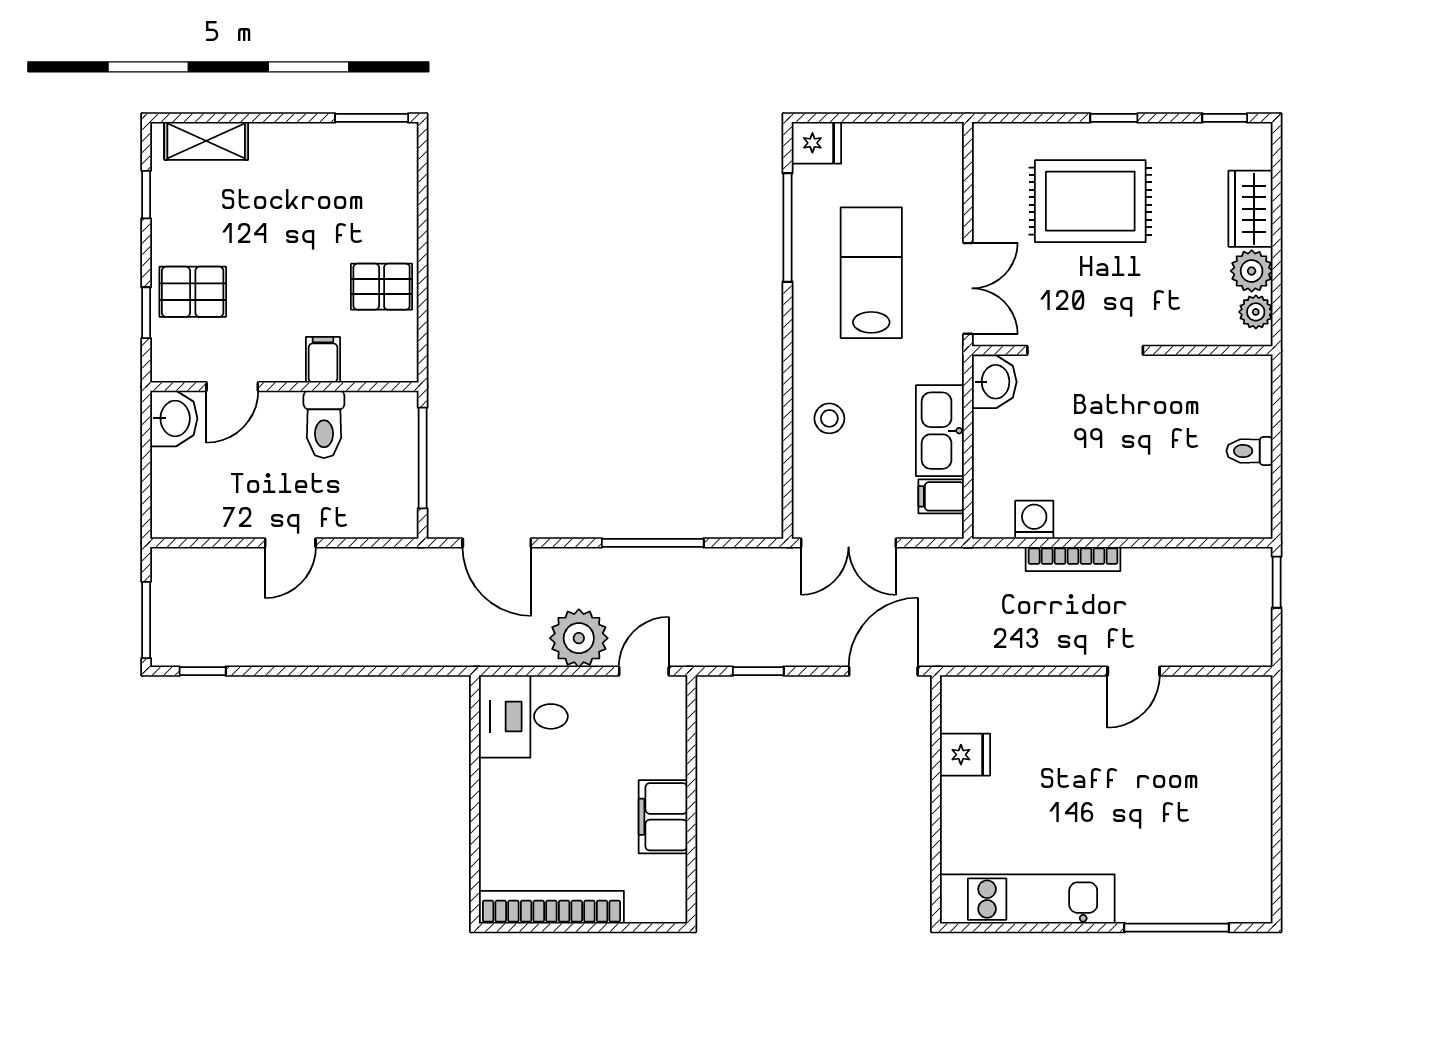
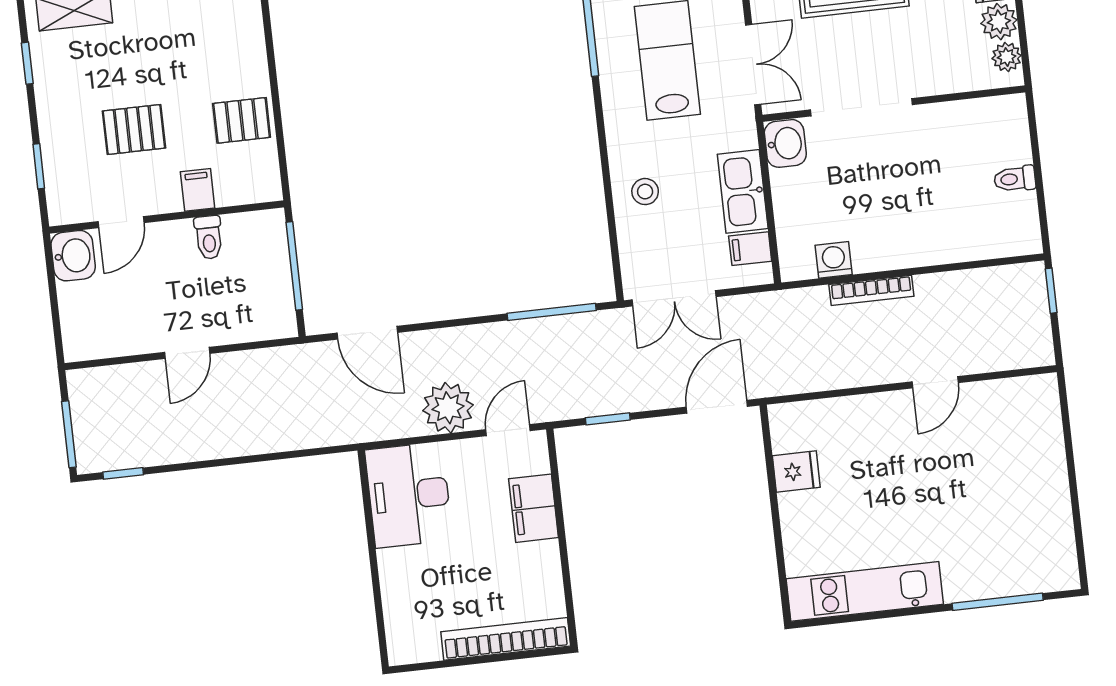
pallet: (193, 292) -> (134, 129), moved
toilet: (324, 424) -> (209, 237), width x0.73, depth x0.72
window: (653, 543) -> (552, 312), moved
desk: (523, 716) -> (409, 495), width x1.37
filing cabinet: (663, 817) -> (534, 508), moved
bookcase: (551, 907) -> (506, 639), moved

